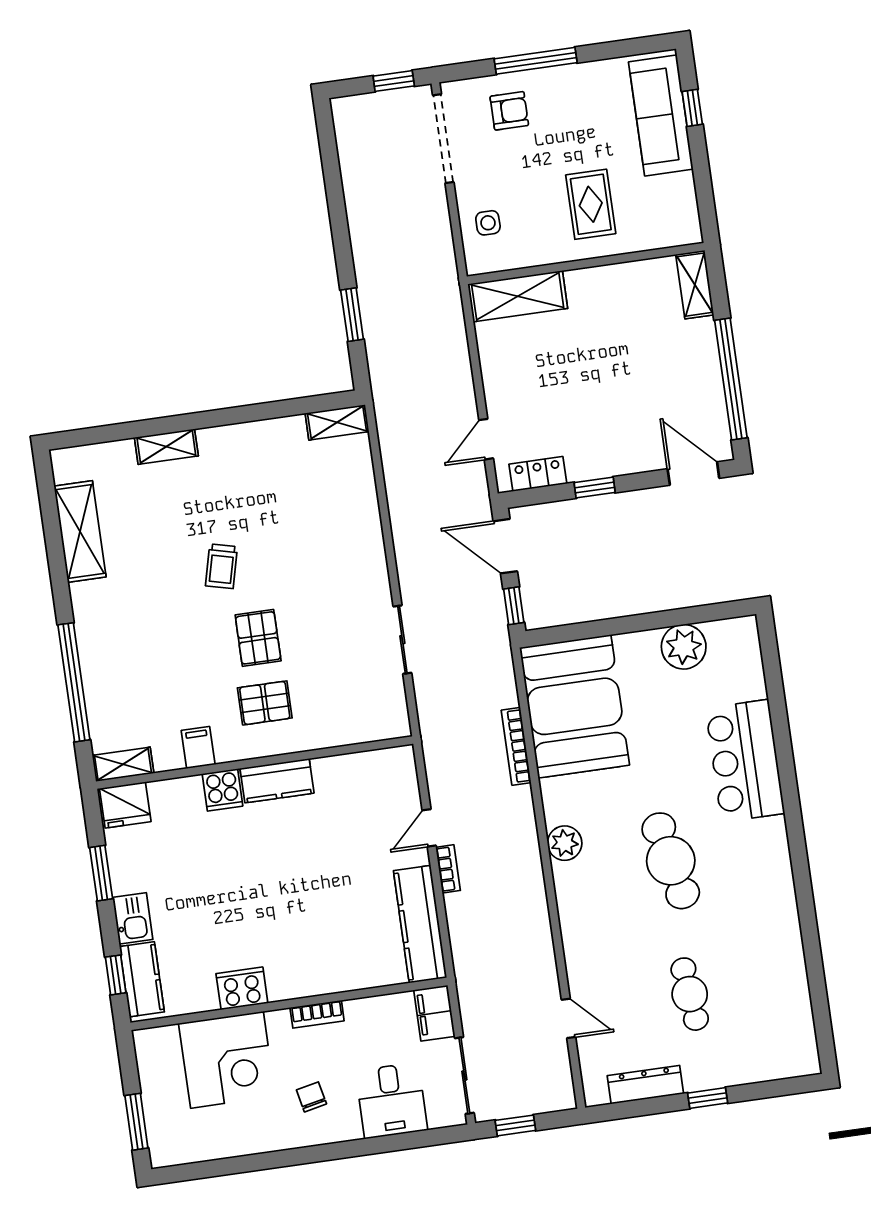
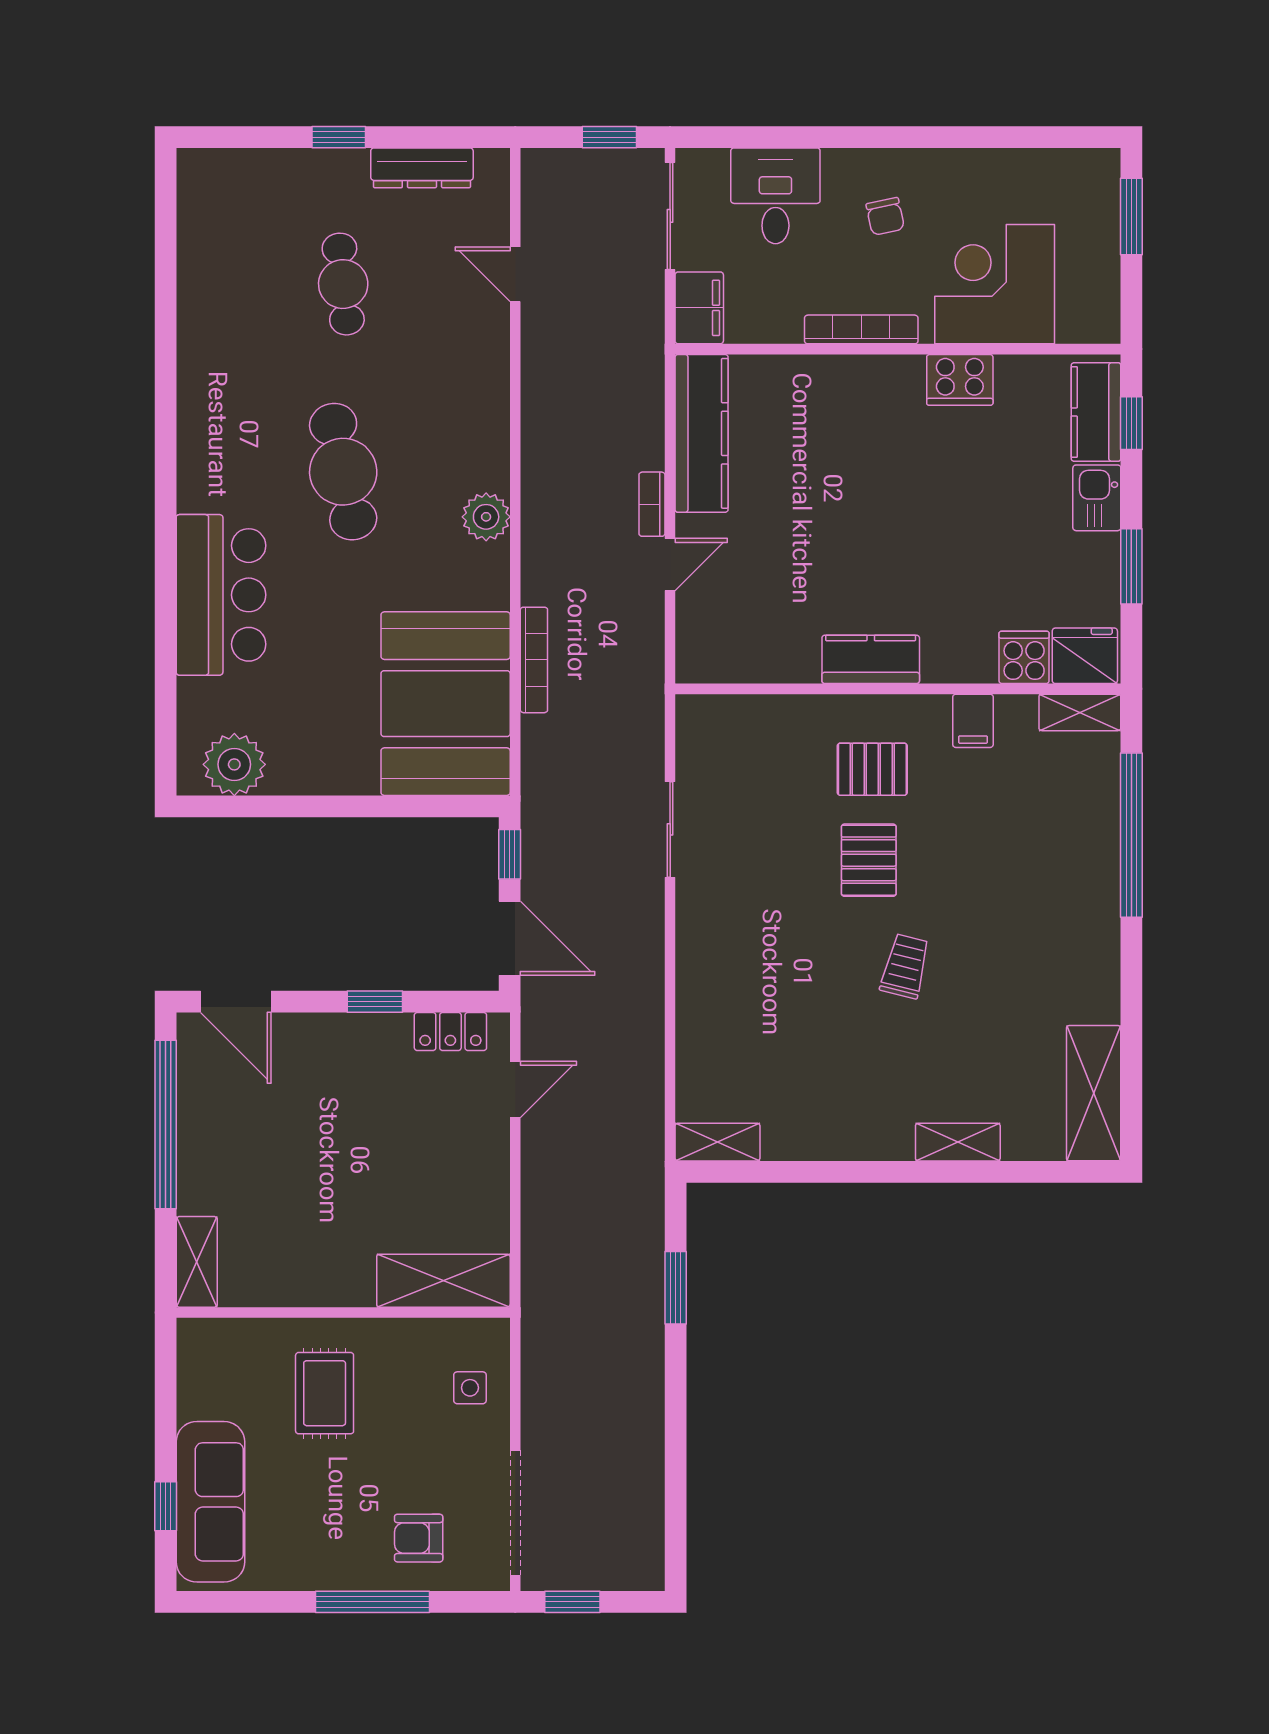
shelving: (80, 531) -> (1094, 1093), moved
plant: (684, 647) -> (234, 764), moved
cooker: (222, 790) -> (1024, 657), moved
bookcase: (317, 1014) -> (861, 329), width x1.56

